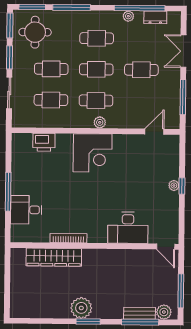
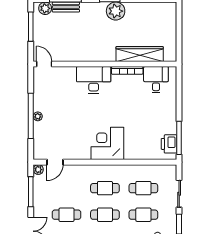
plant: (100, 122) -> (38, 170), moved
printer: (44, 142) -> (169, 144), moved, turned -90
window: (182, 186) -> (31, 116), width x3.17
window: (8, 192) -> (179, 138), moved
desk: (26, 210) -> (156, 80), moved, turned -90
desk: (128, 228) -> (94, 80), moved

